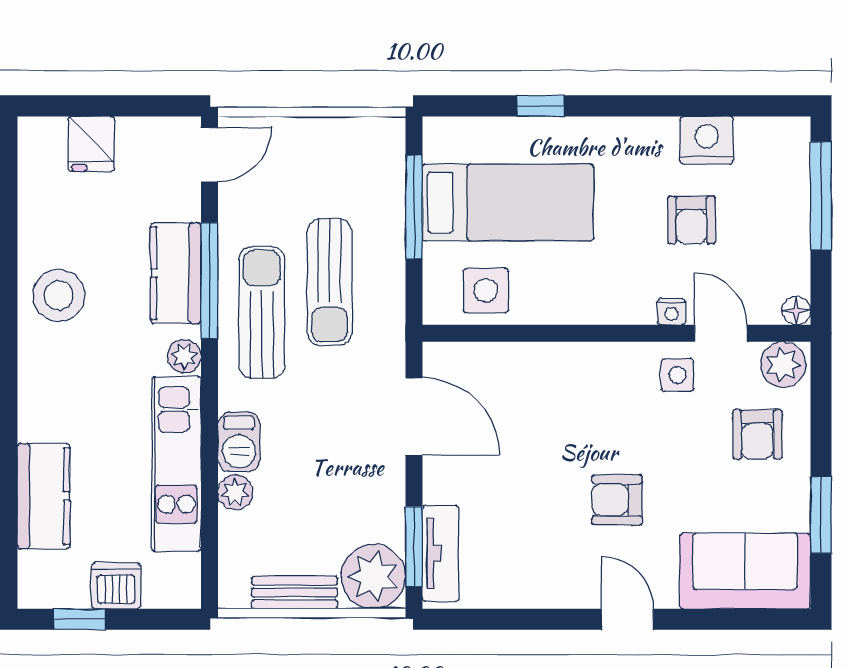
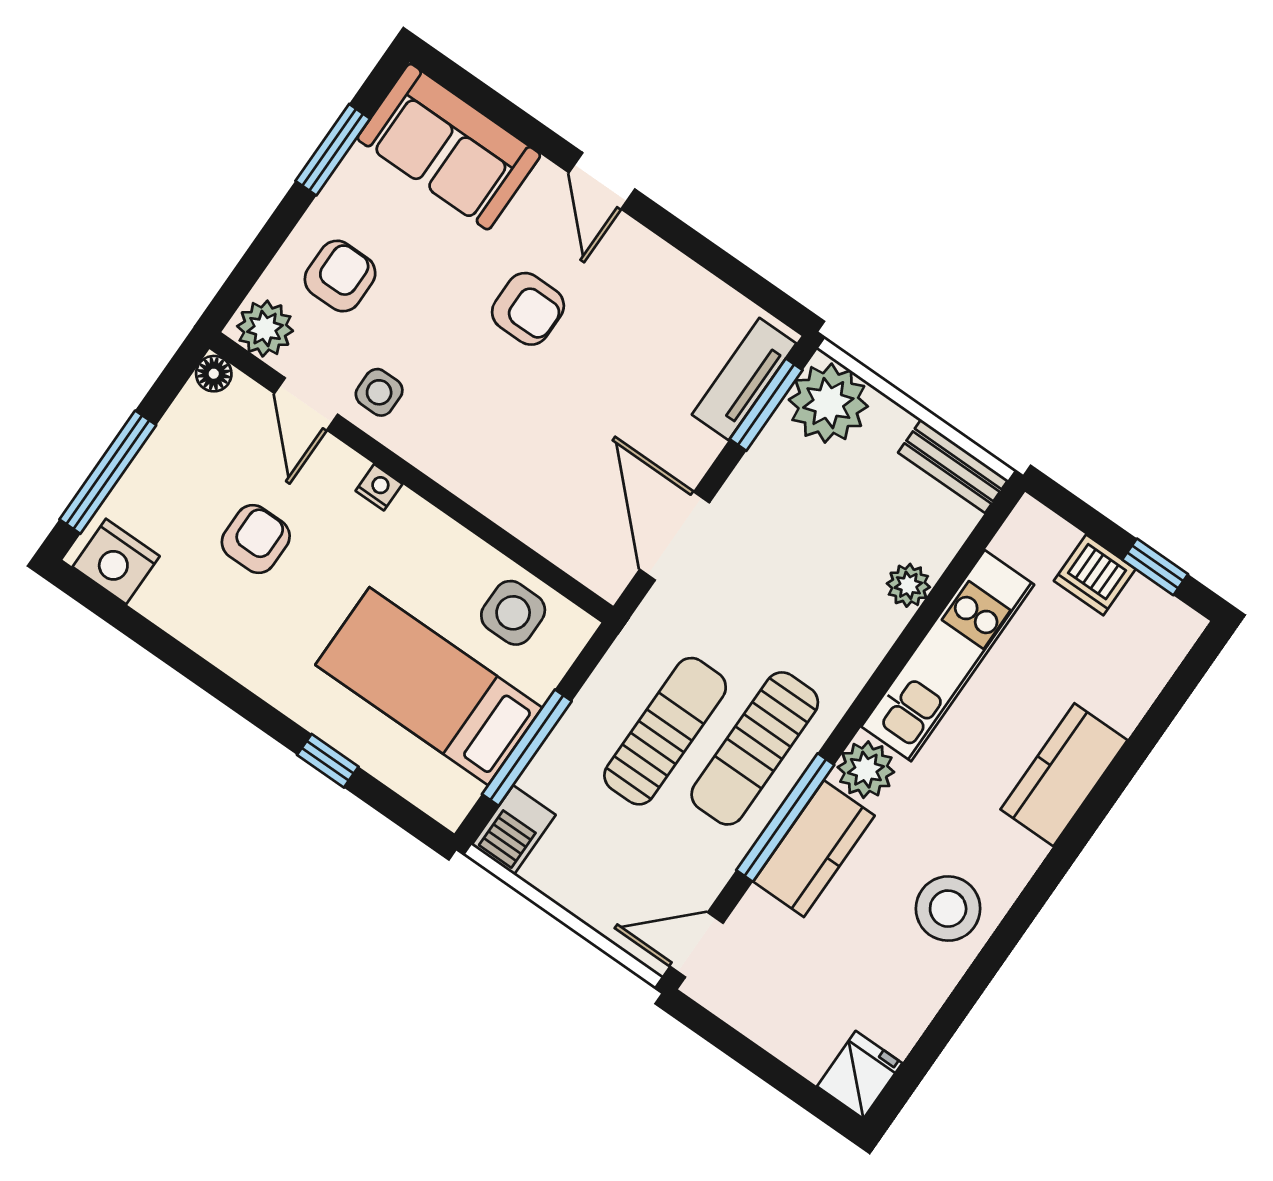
nightstand: (707, 140) -> (116, 562), moved
fridge: (91, 144) -> (860, 1075), moved
nightstand: (671, 312) -> (379, 487), moved
plant: (184, 356) -> (866, 770), width x1.38, depth x1.38
barbecue: (239, 442) -> (514, 830), moved, turned 180
kitchen counter: (44, 496) -> (1064, 775), moved
bench: (295, 592) -> (953, 466), moved

